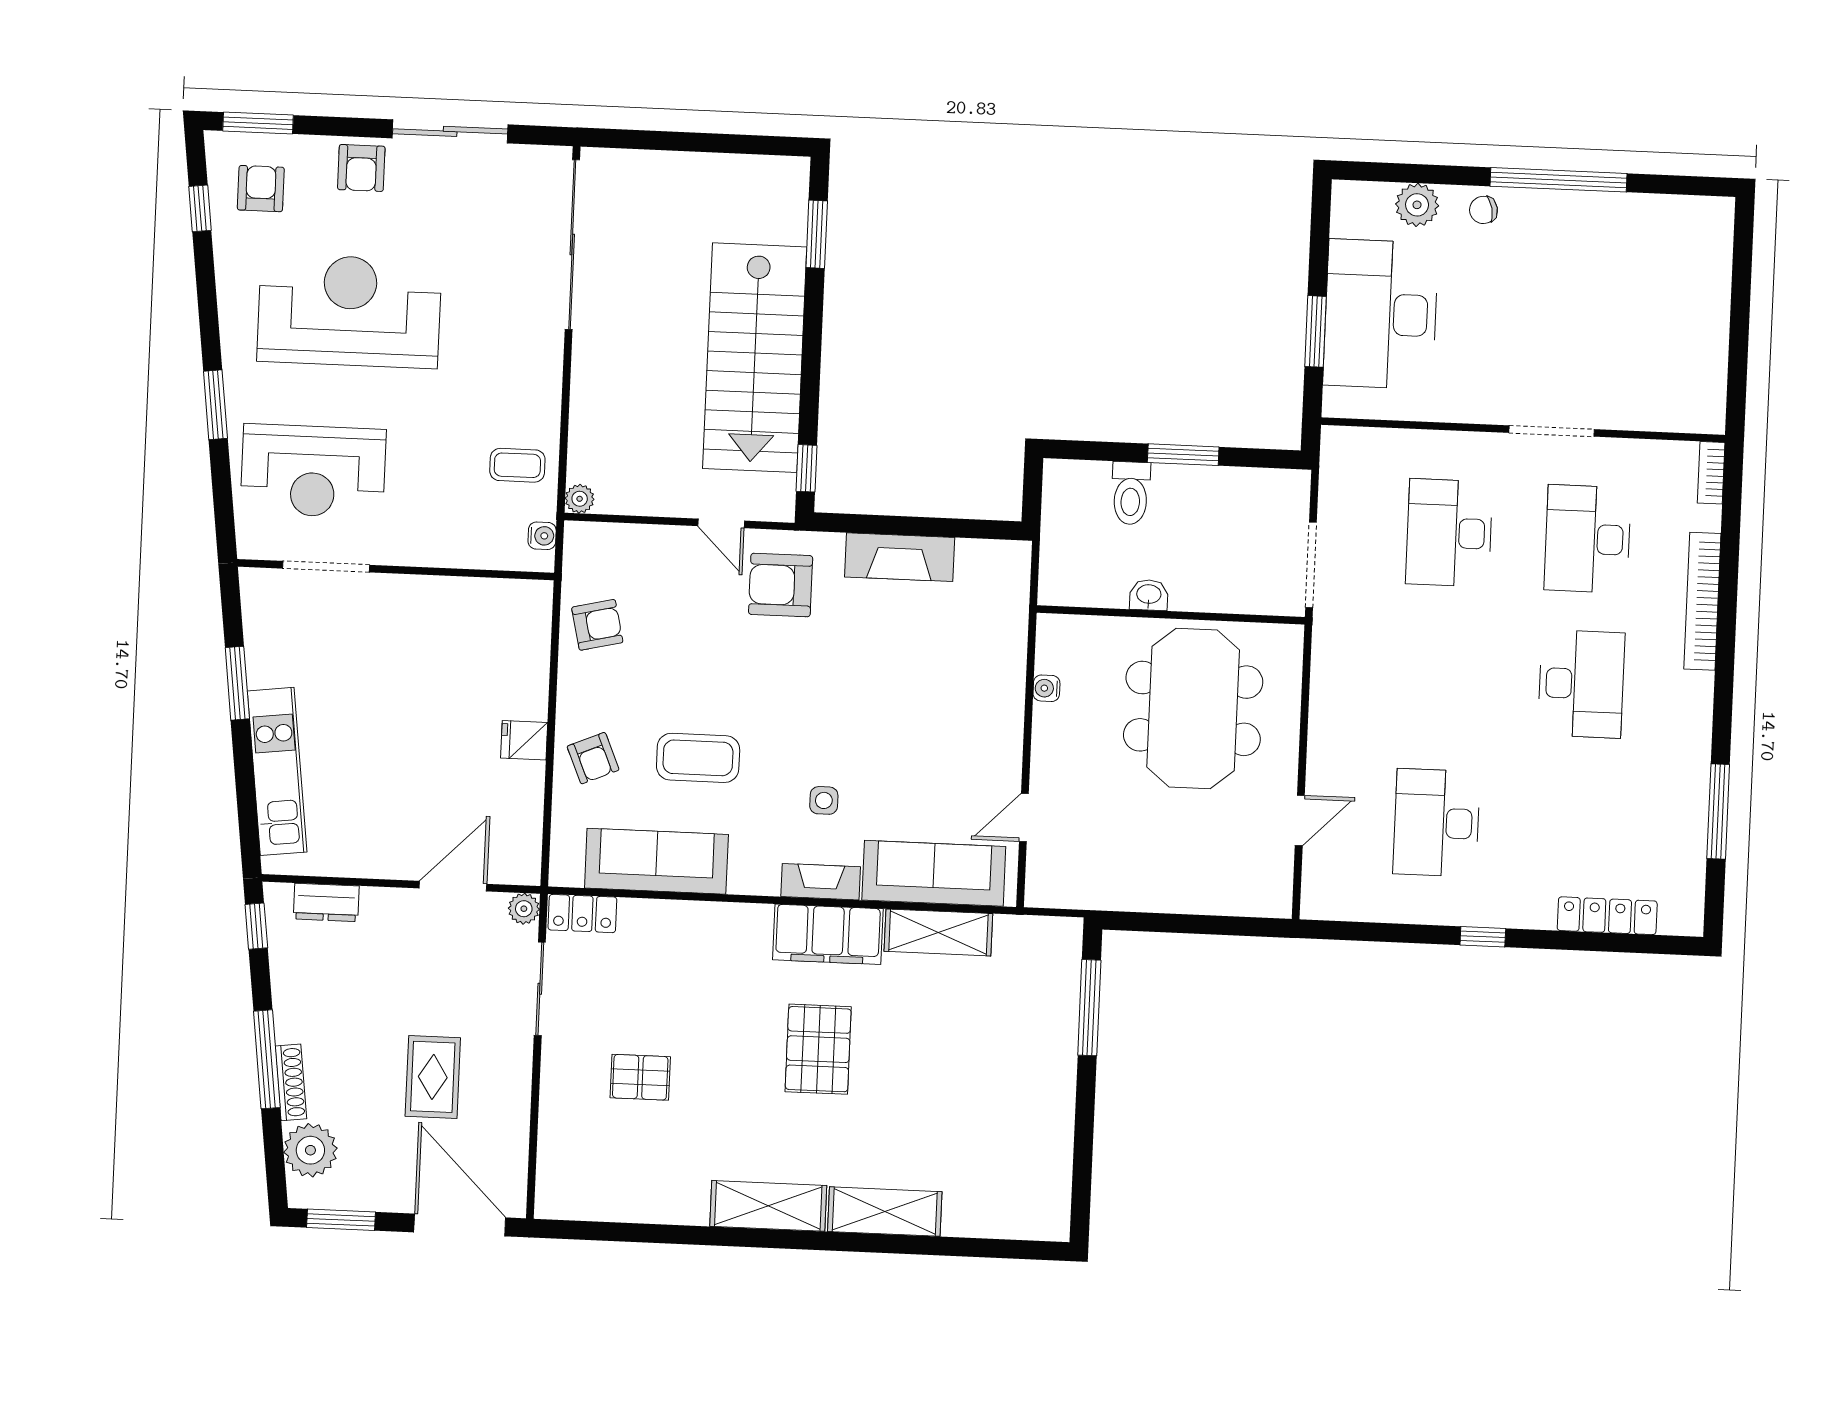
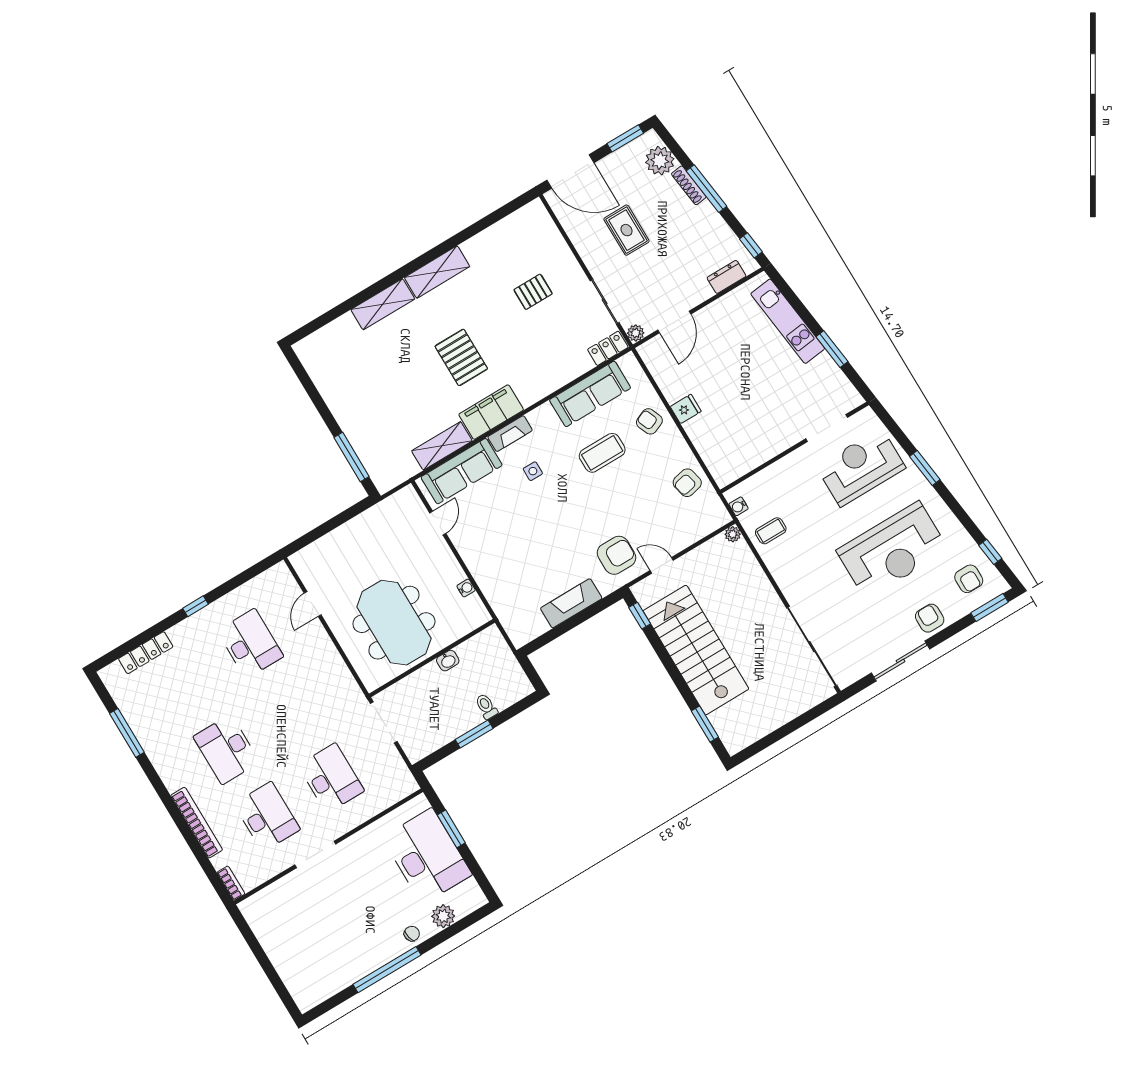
toilet: (1131, 493) -> (486, 706), width x0.73, depth x0.72

